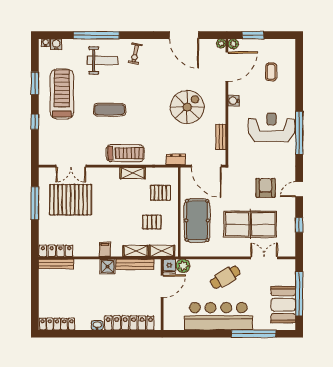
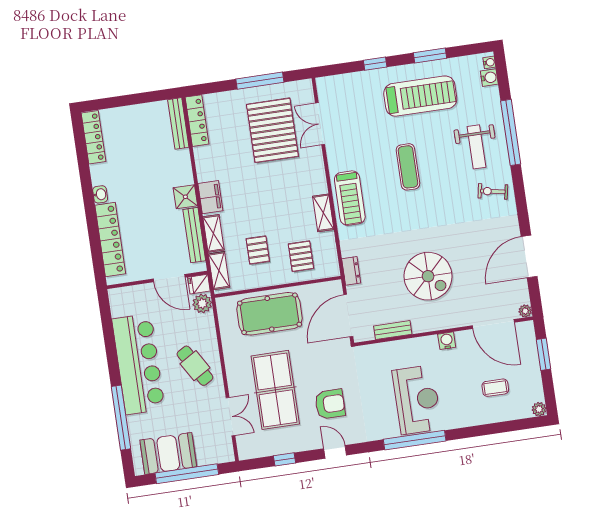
plant: (233, 44) -> (539, 409), moved
filing cabinet: (105, 249) -> (210, 197), width x2.00

